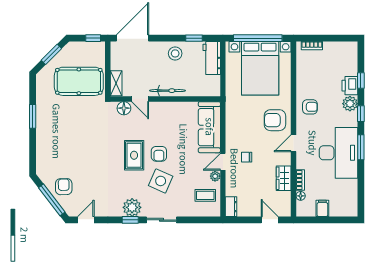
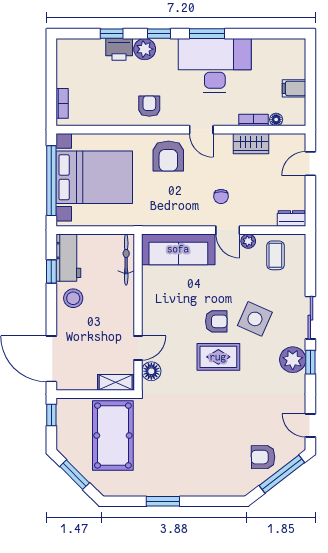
workbench: (212, 58) -> (68, 258), moved, turned -90
bicycle: (167, 91) -> (126, 260), moved

